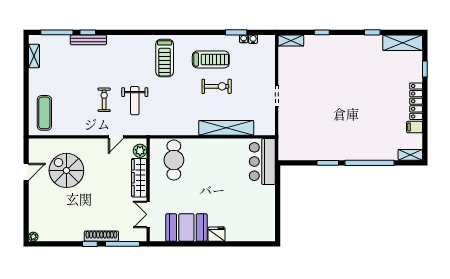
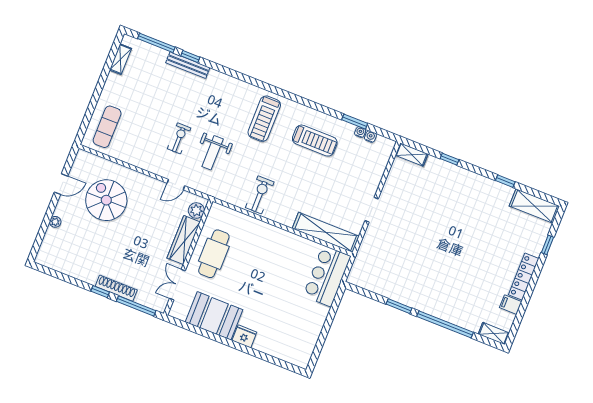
exercise bike: (217, 86) -> (260, 195), moved, turned -90
shelving: (226, 128) -> (326, 232), moved
cafe table: (174, 160) -> (214, 254), moved
plant: (33, 237) -> (55, 222), moved

